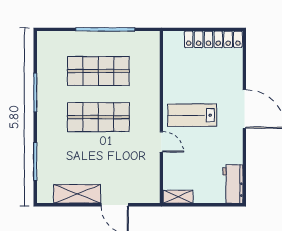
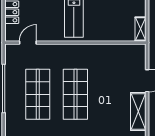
door: (161, 142) -> (28, 43), moved

